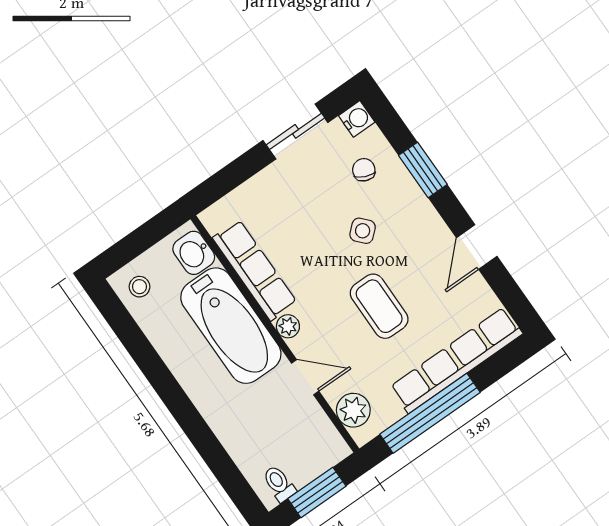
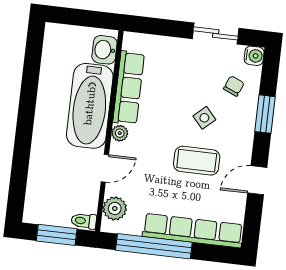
stool: (139, 287) -> (60, 42), removed
coffee table: (379, 306) -> (197, 161), moved, turned 90
door: (305, 377) -> (105, 168), hinge flipped
toilet: (279, 484) -> (84, 221), moved, turned -90

